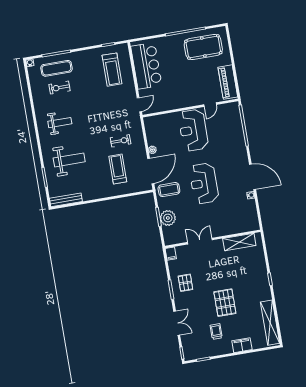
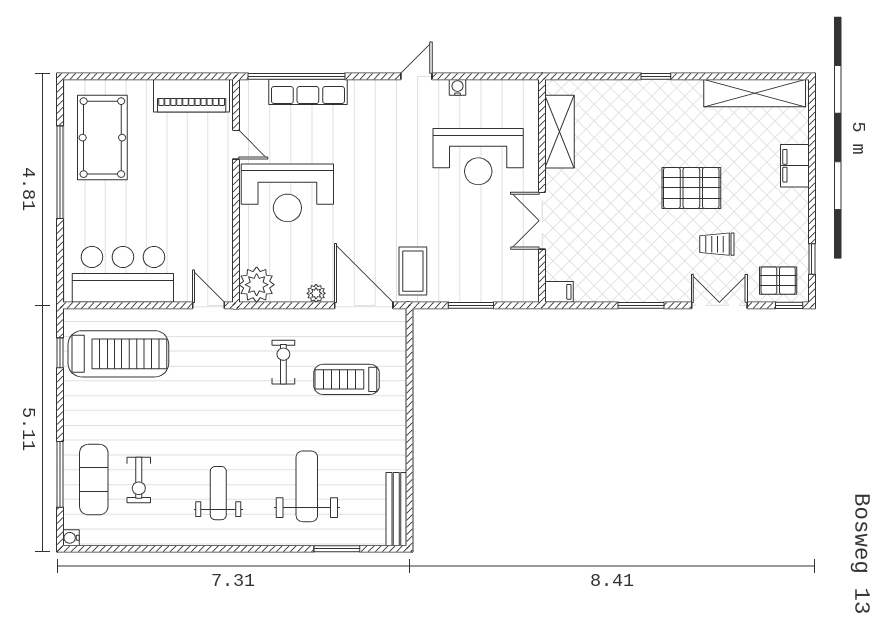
treadmill: (112, 70) -> (118, 354), width x1.37, depth x1.38
row of seats: (238, 132) -> (308, 92), added
door: (252, 177) -> (416, 76), width x0.53
reception desk: (204, 183) -> (478, 157), moved
plant: (168, 218) -> (257, 285), moved
pallet: (185, 283) -> (778, 281), moved
trolley: (216, 331) -> (717, 244), moved

